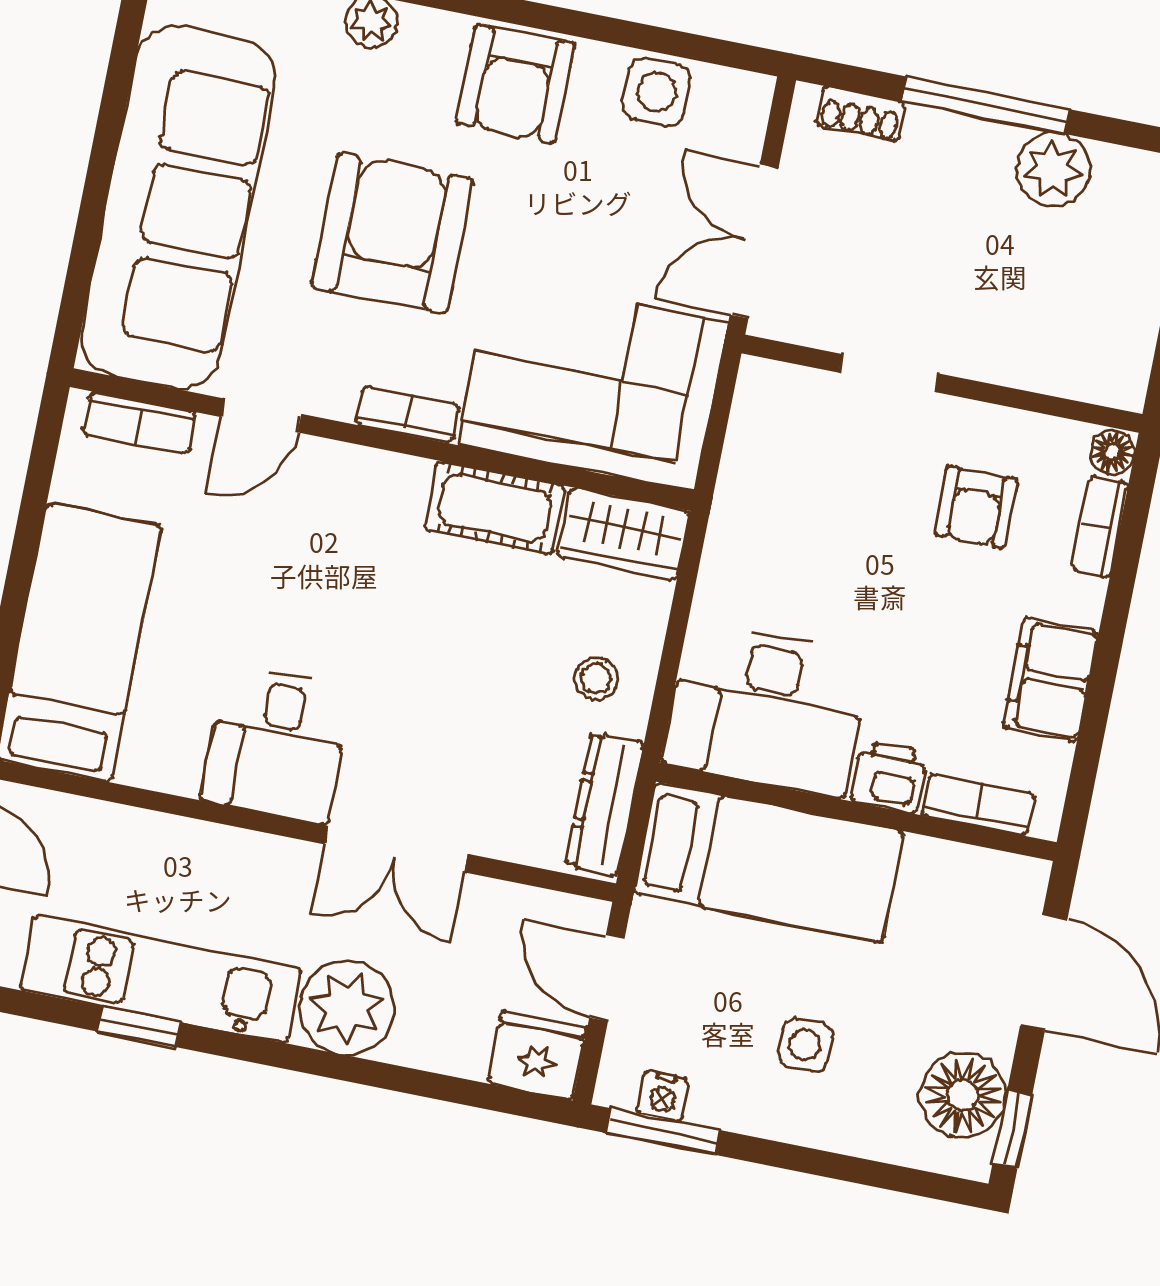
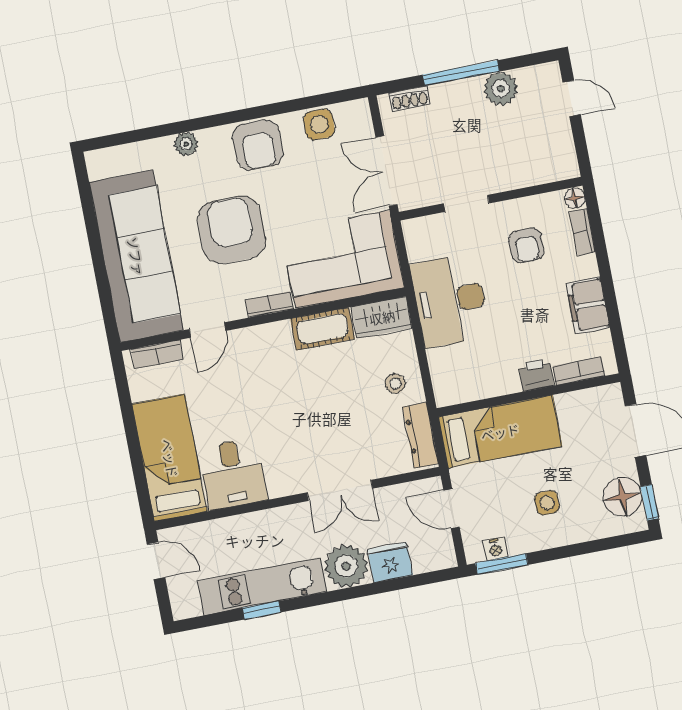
desk: (767, 709) -> (450, 300), moved, turned 90
desk: (277, 744) -> (233, 474), moved
fridge: (538, 1056) -> (390, 562), moved

